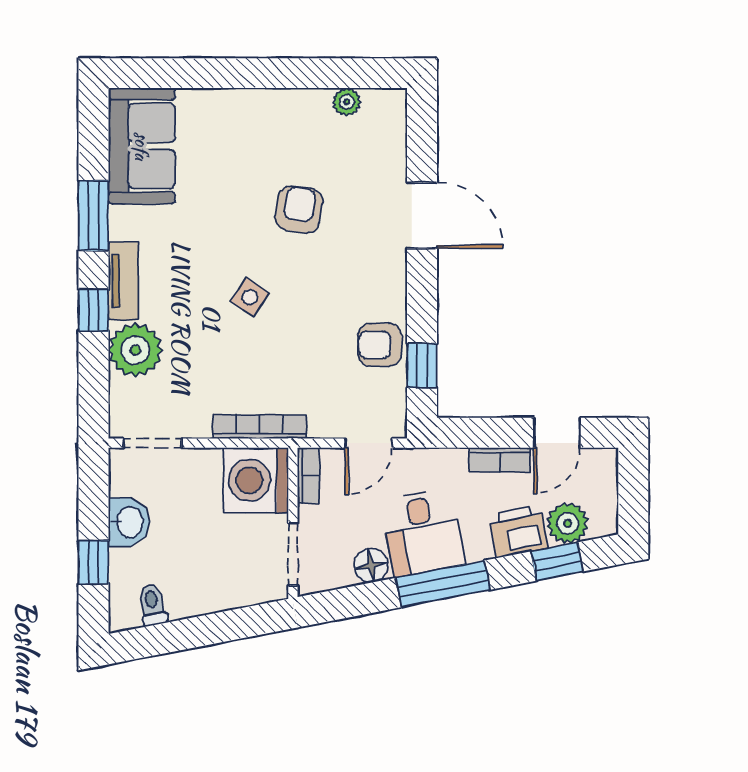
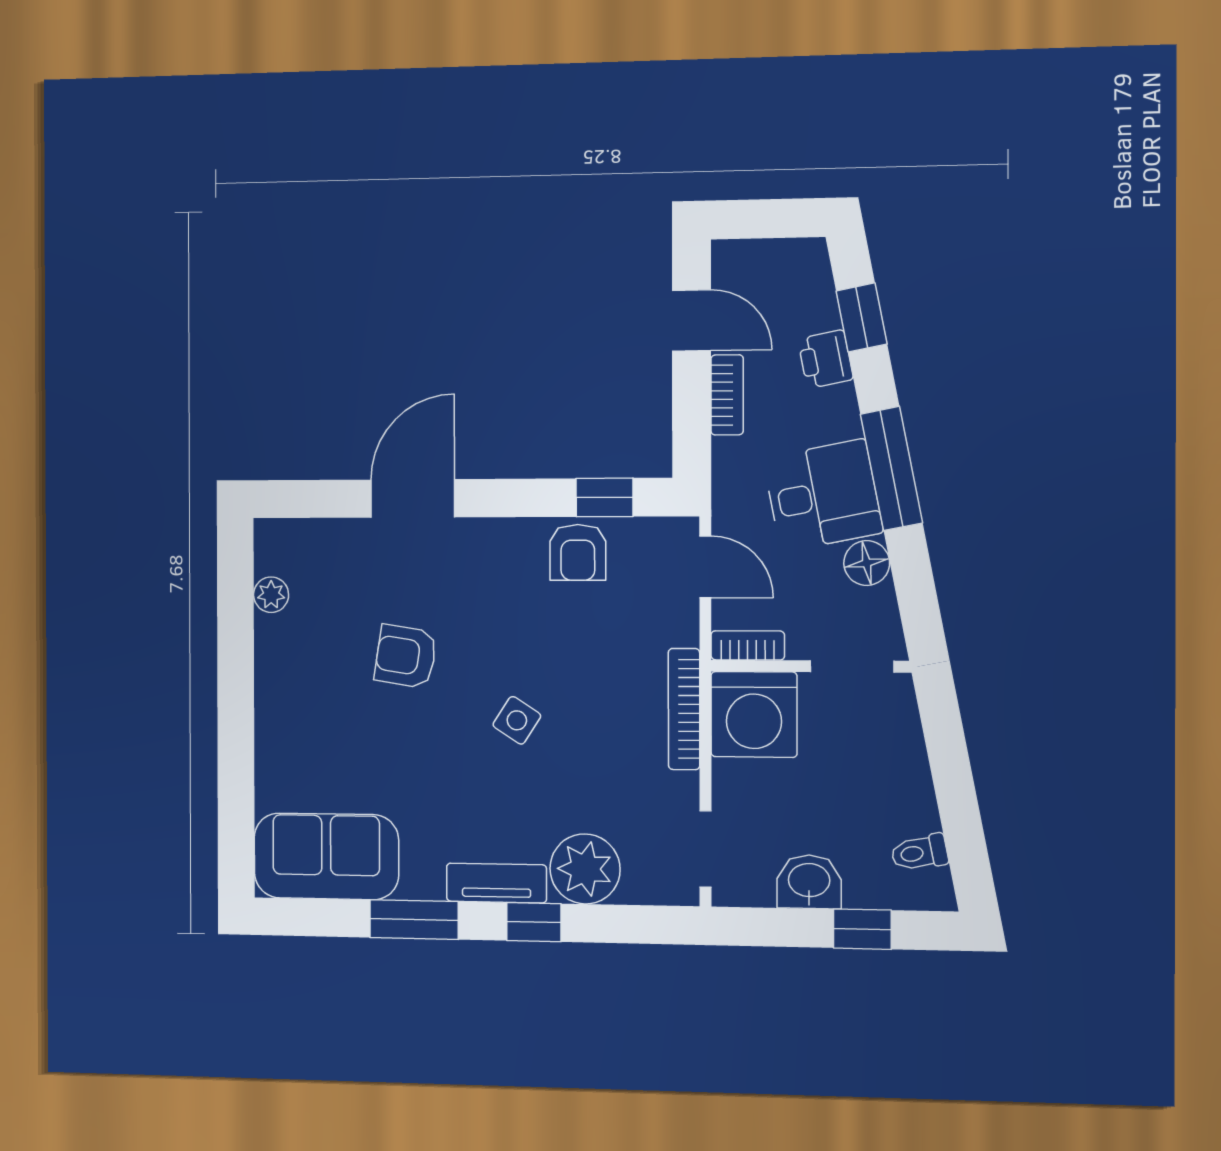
plant: (568, 523) -> (811, 304), removed
printer: (518, 532) -> (826, 359), width x0.73, depth x0.81

